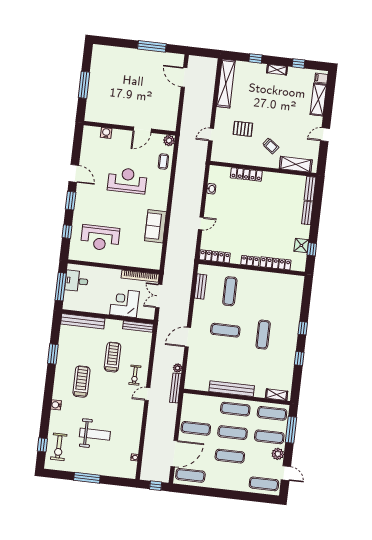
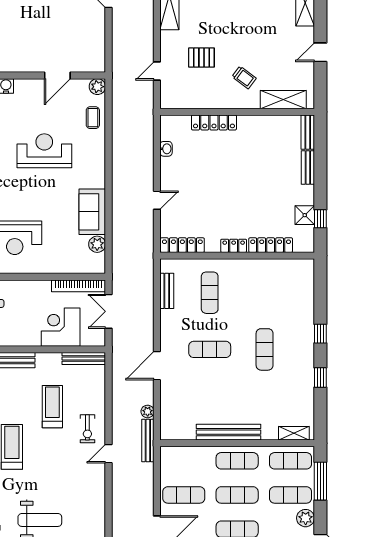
plant: (156, 249) -> (97, 244), added

